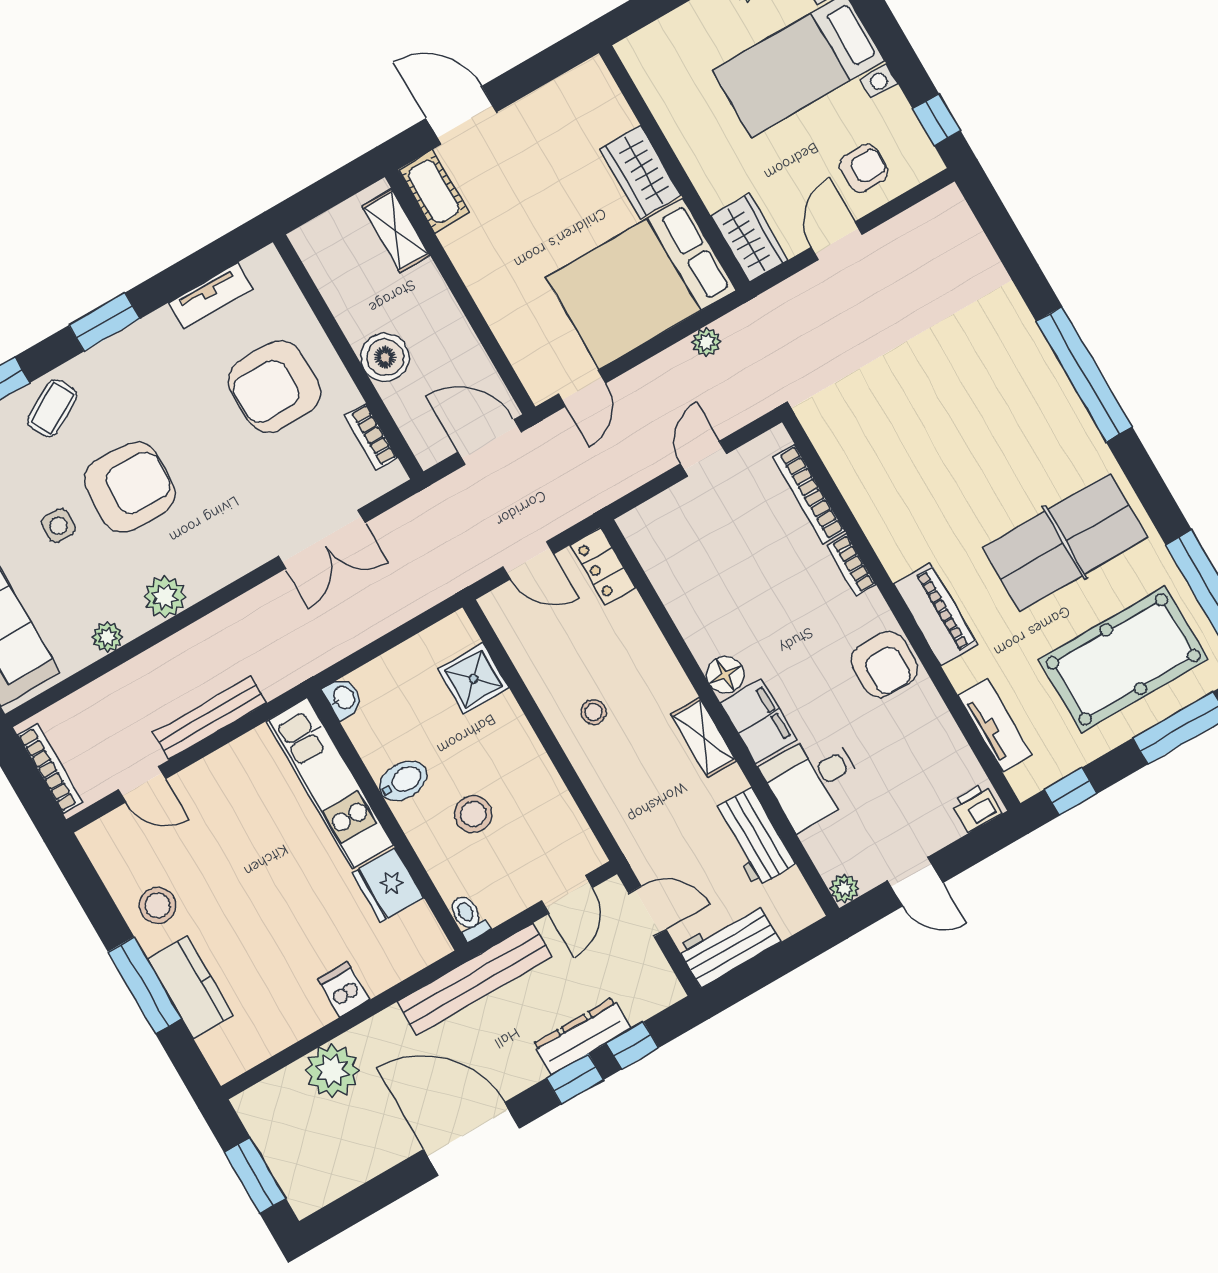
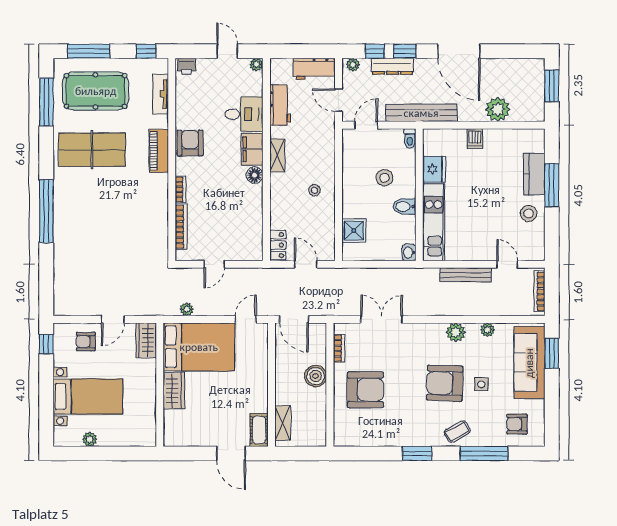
tv unit: (211, 296) -> (370, 440), removed
plant: (659, 995) -> (353, 65), added

